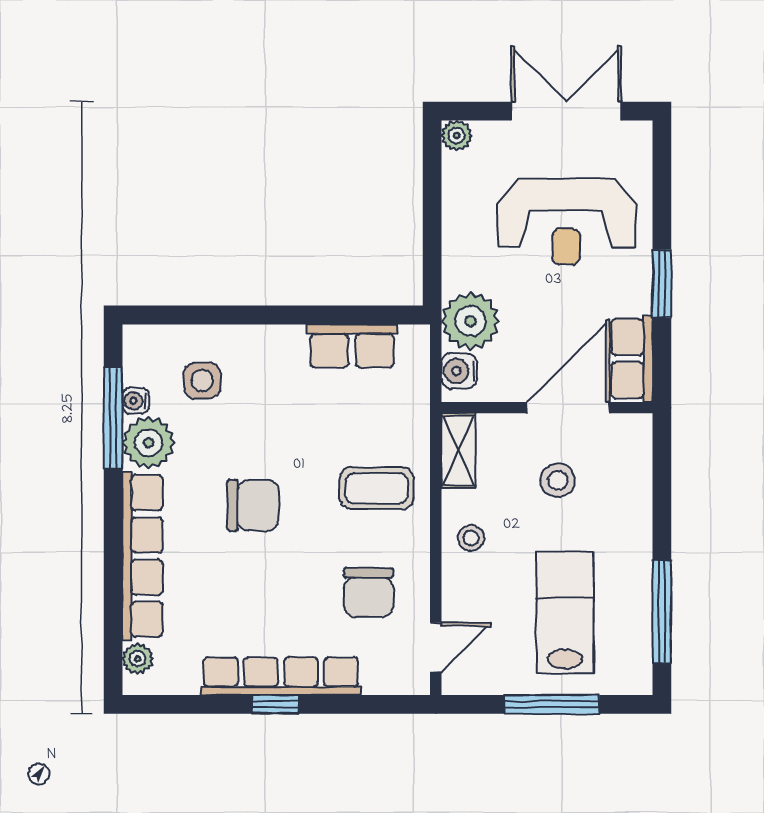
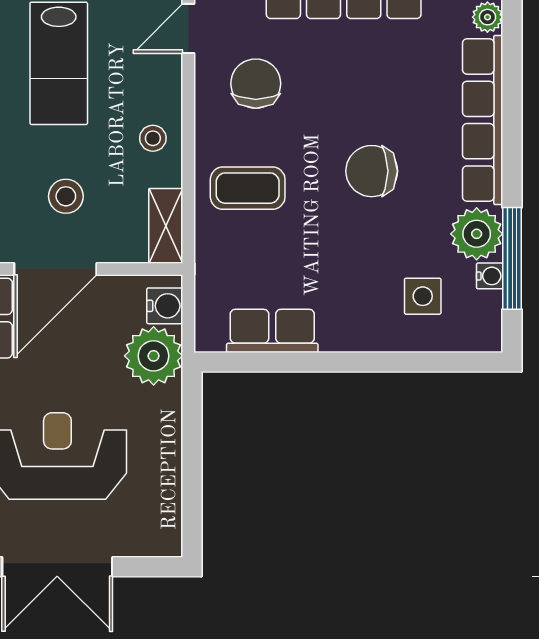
plant: (457, 136) -> (167, 542), removed

